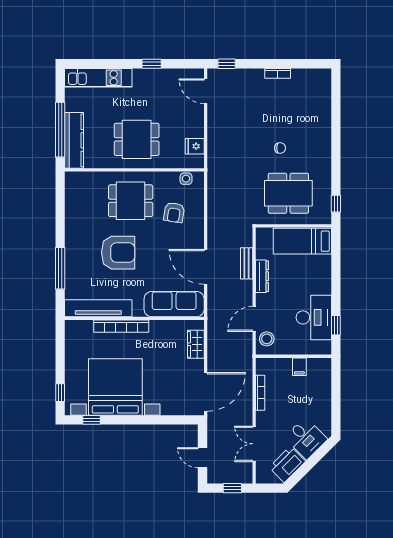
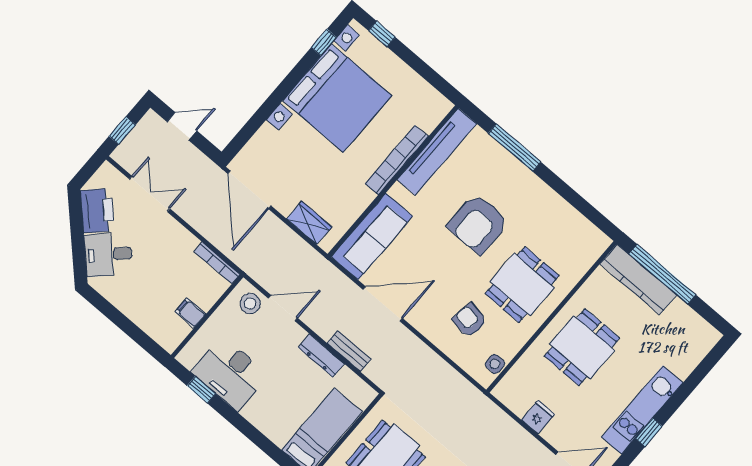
kitchen unit: (98, 78) -> (642, 410), moved
fridge: (195, 146) -> (538, 417), moved
door: (254, 319) -> (283, 308), hinge flipped
bookcase: (260, 393) -> (217, 263), moved

